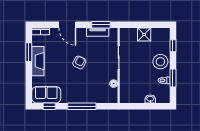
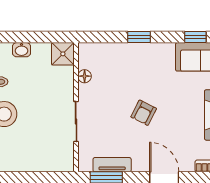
shower: (144, 35) -> (63, 54), moved
window: (82, 106) -> (139, 37), width x0.46

